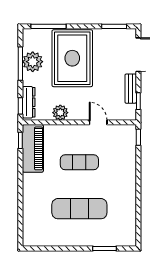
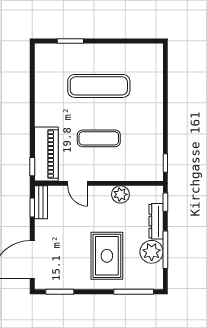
rug: (72, 58) -> (107, 256), width x0.73, depth x0.69
bench: (131, 89) -> (41, 202), moved
dresser: (29, 102) -> (156, 221), moved
piano: (33, 148) -> (46, 154), moved, turned 180

